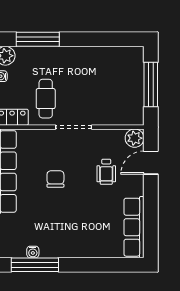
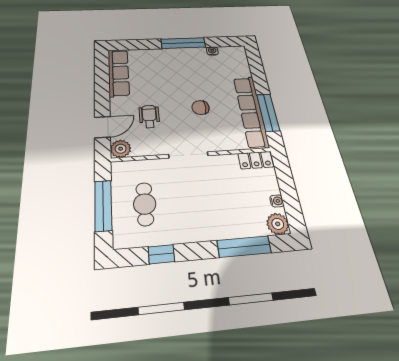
window: (105, 39) -> (161, 254), added
cafe table: (46, 99) -> (145, 204), moved
chair: (55, 179) -> (201, 108), turned 90
window: (35, 265) -> (183, 43), moved

